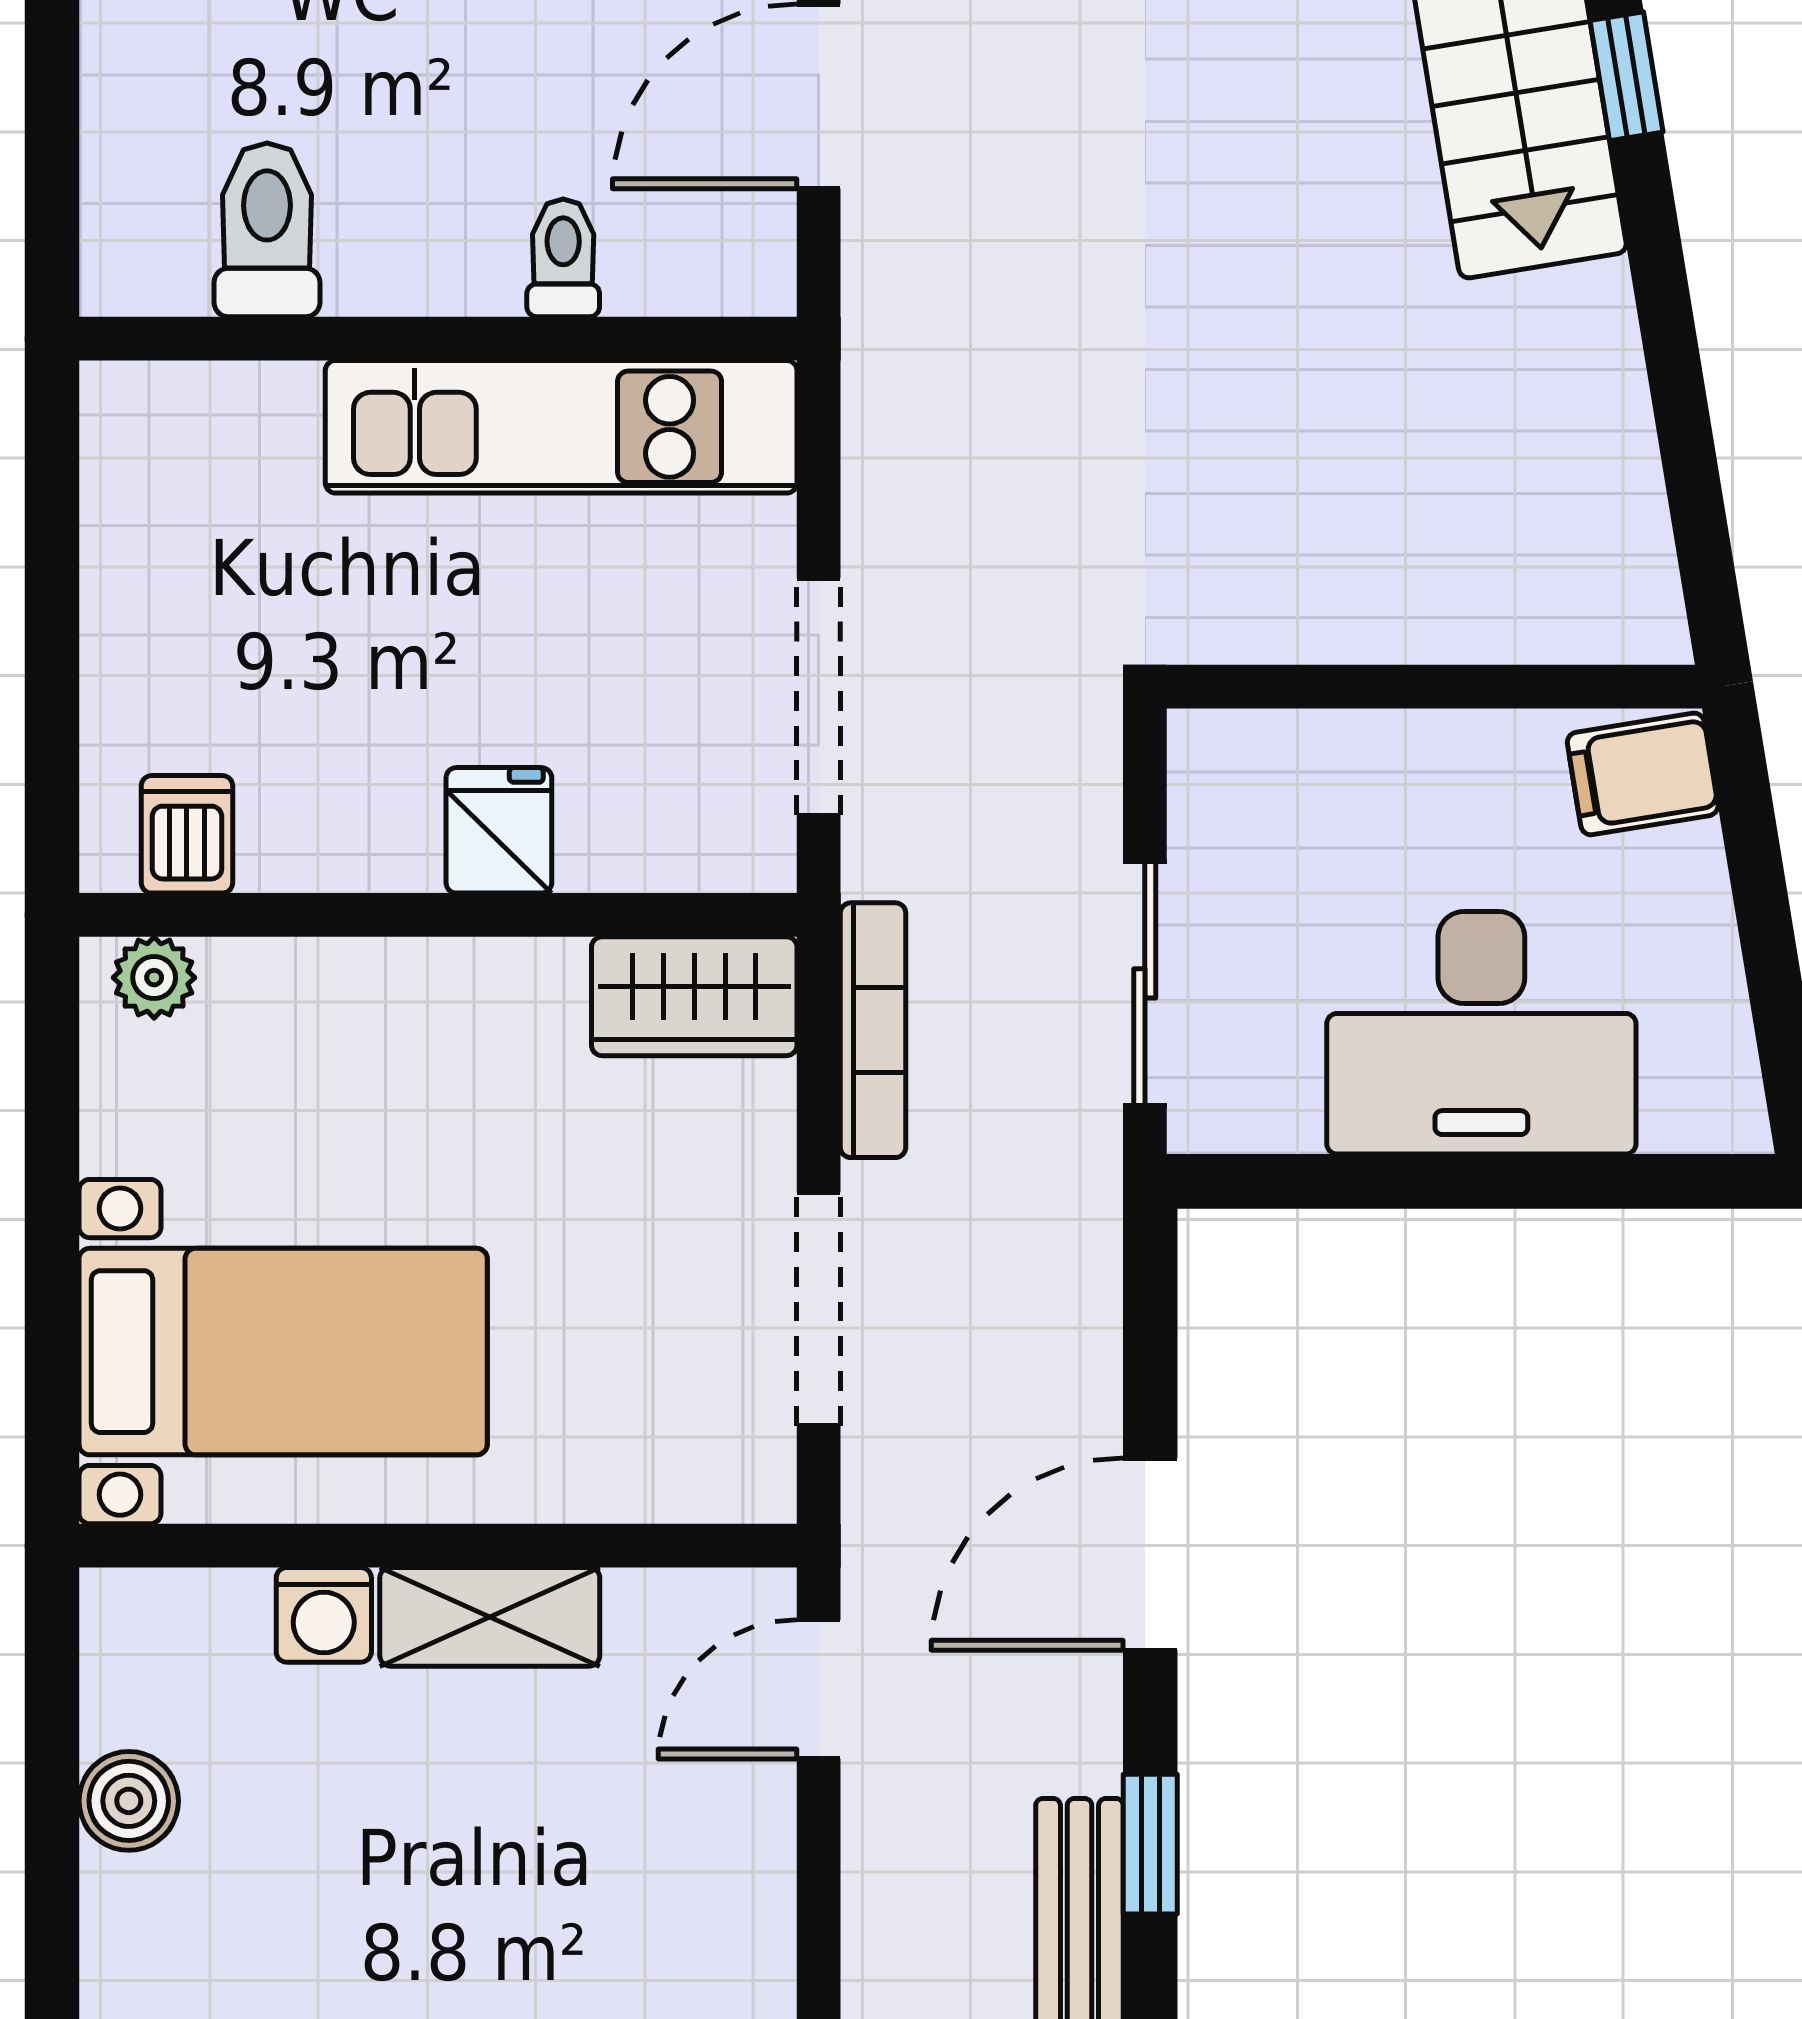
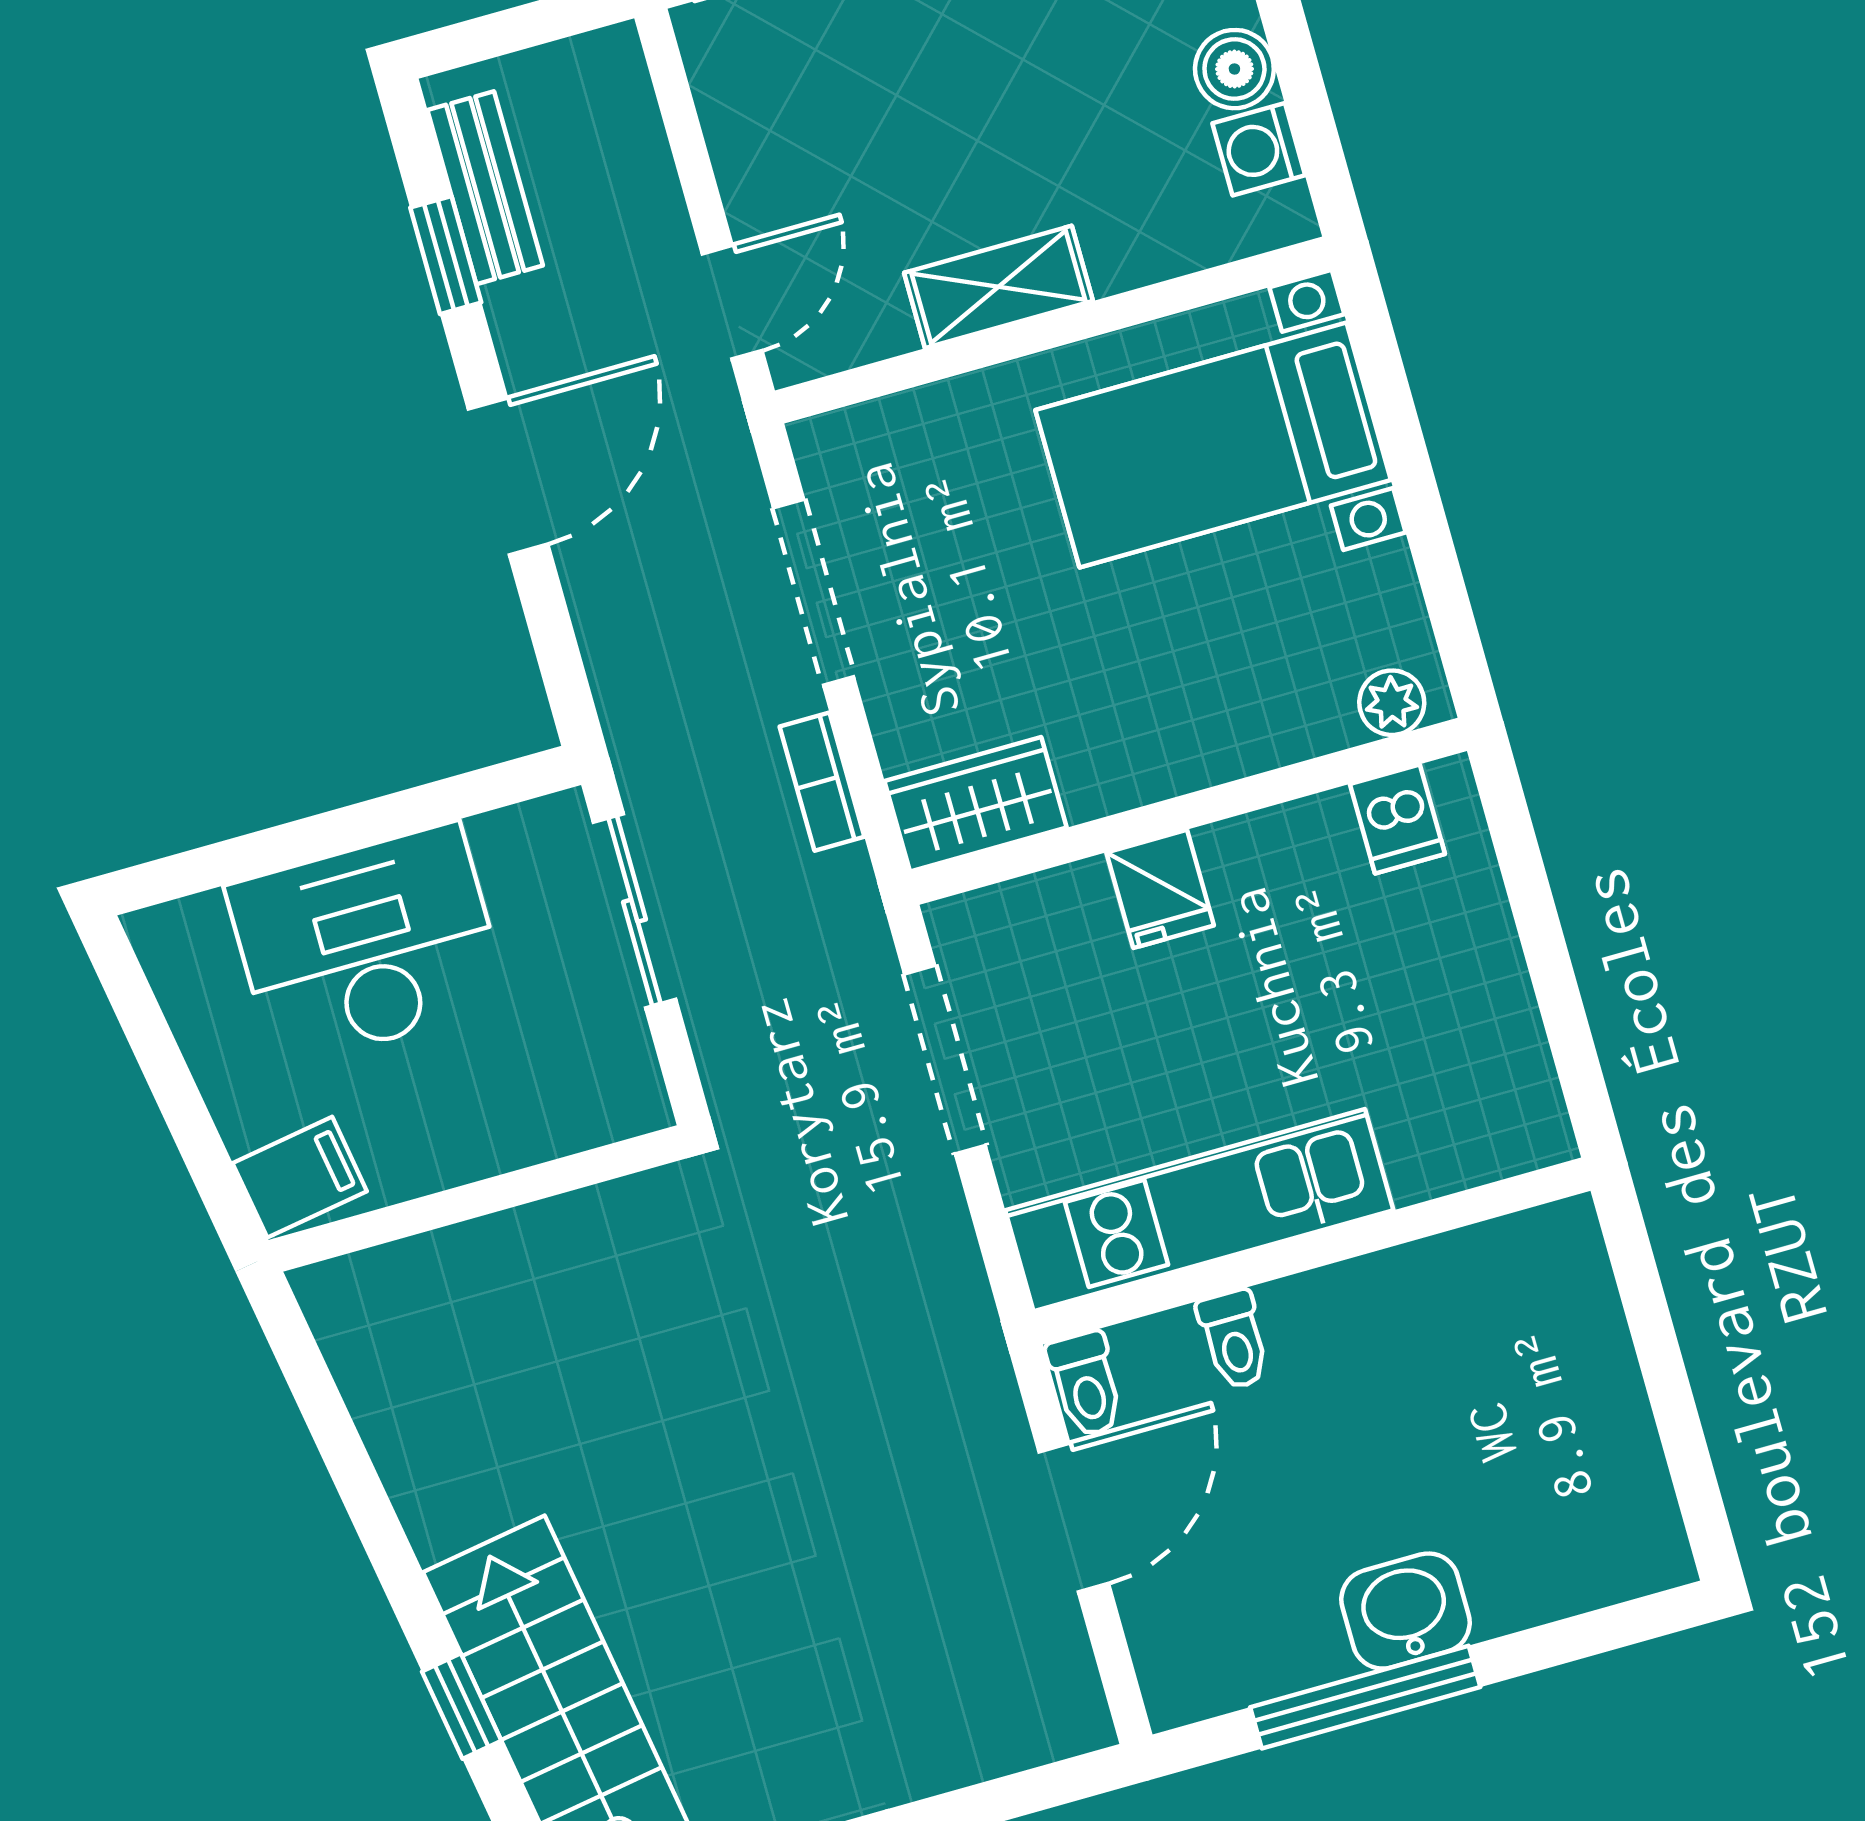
toilet: (267, 230) -> (1086, 1384), moved, width x0.73, depth x0.72
bookcase: (873, 1030) -> (822, 782), width x0.64
washing machine: (324, 1615) -> (1259, 149), moved, turned -90

